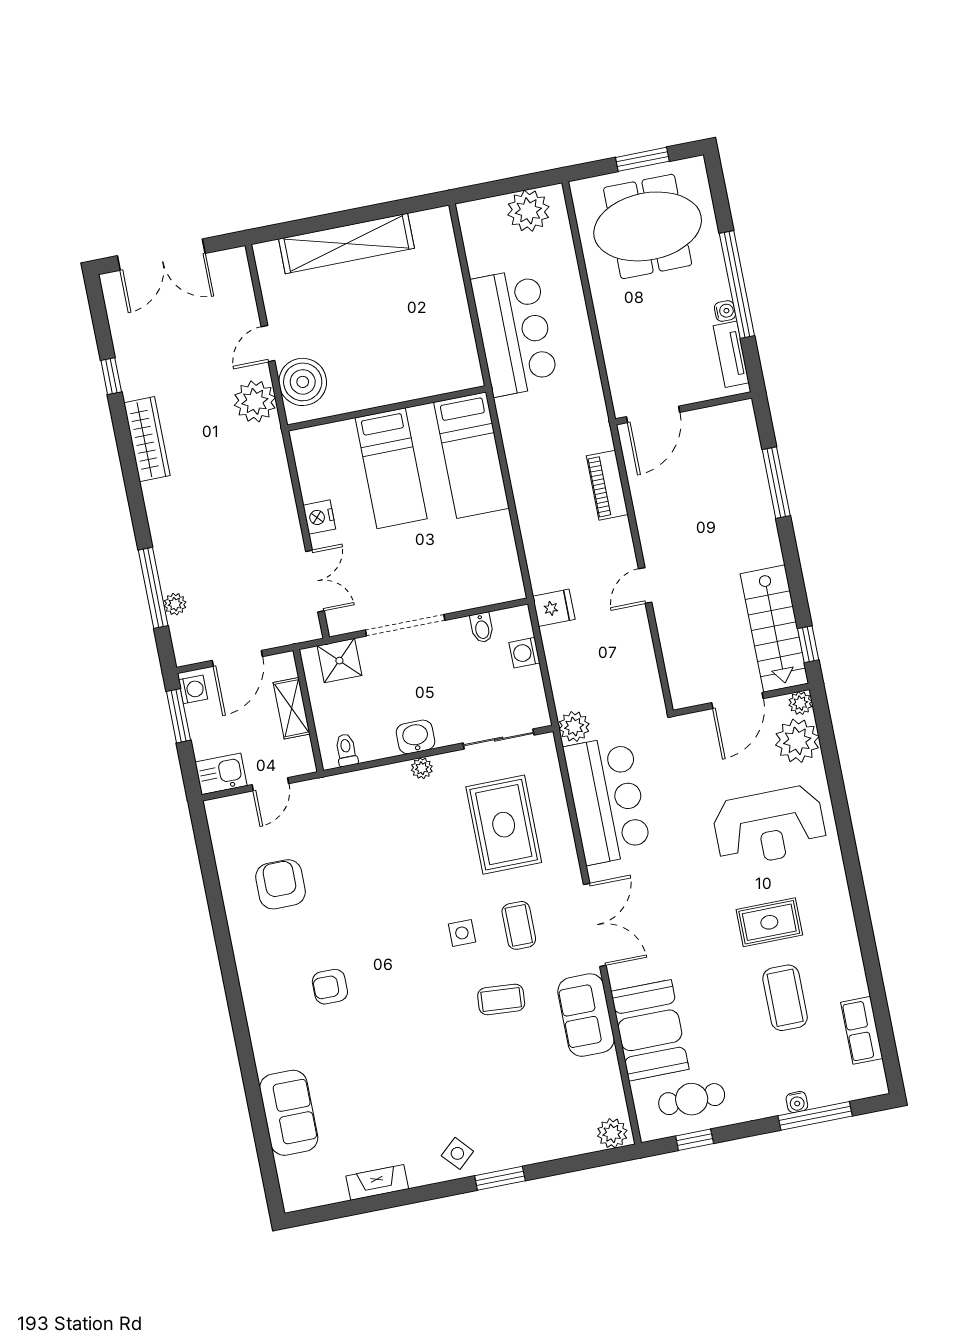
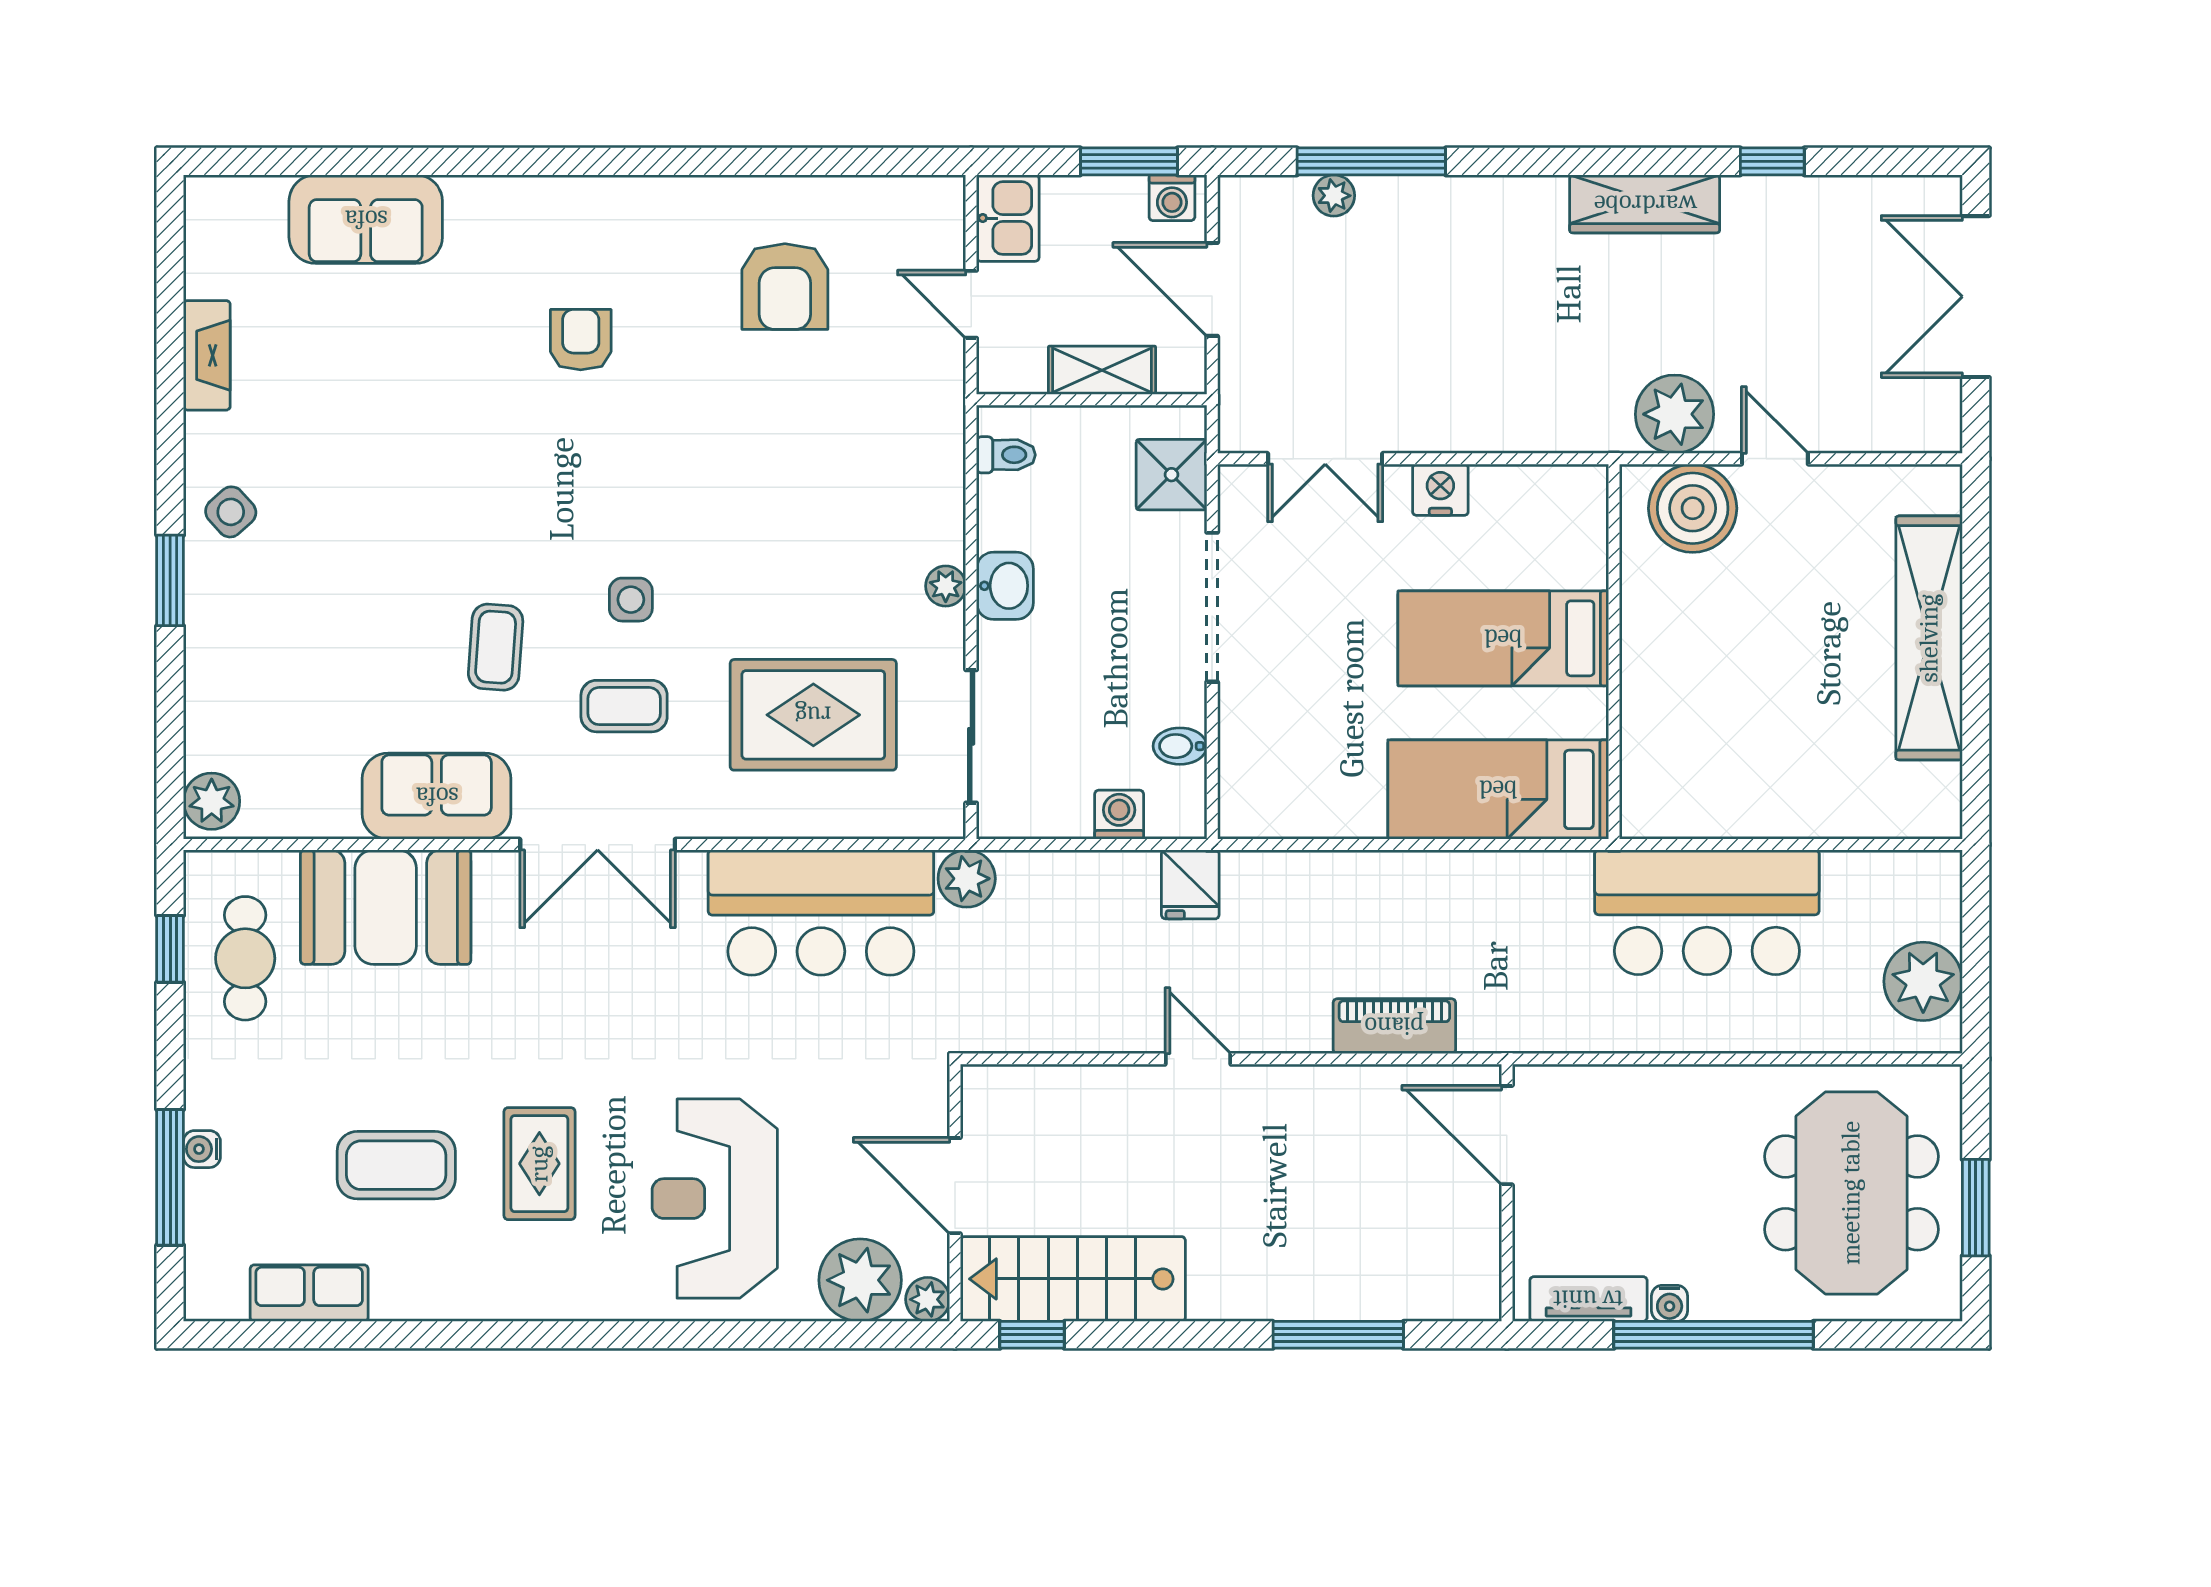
armchair: (281, 884) -> (785, 287), turned 90

